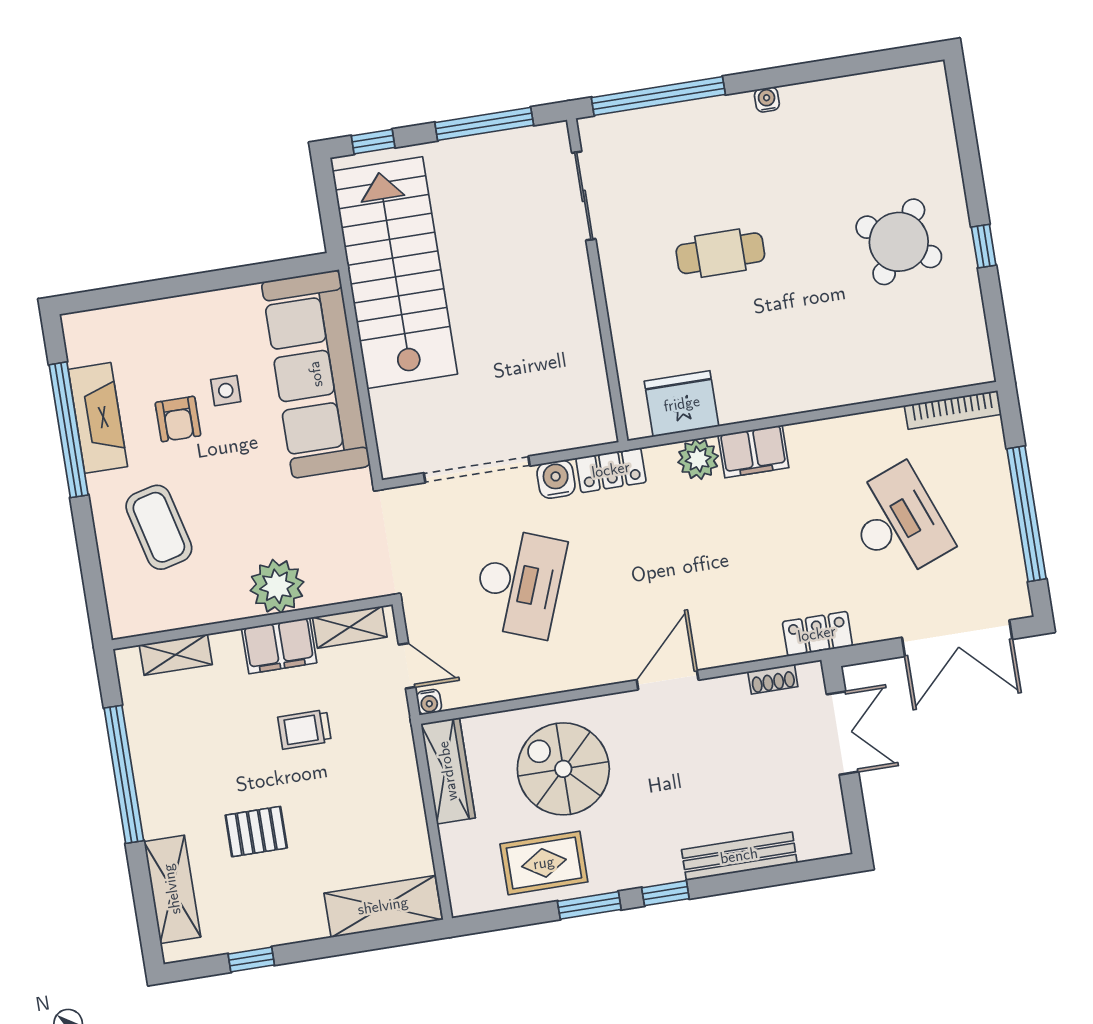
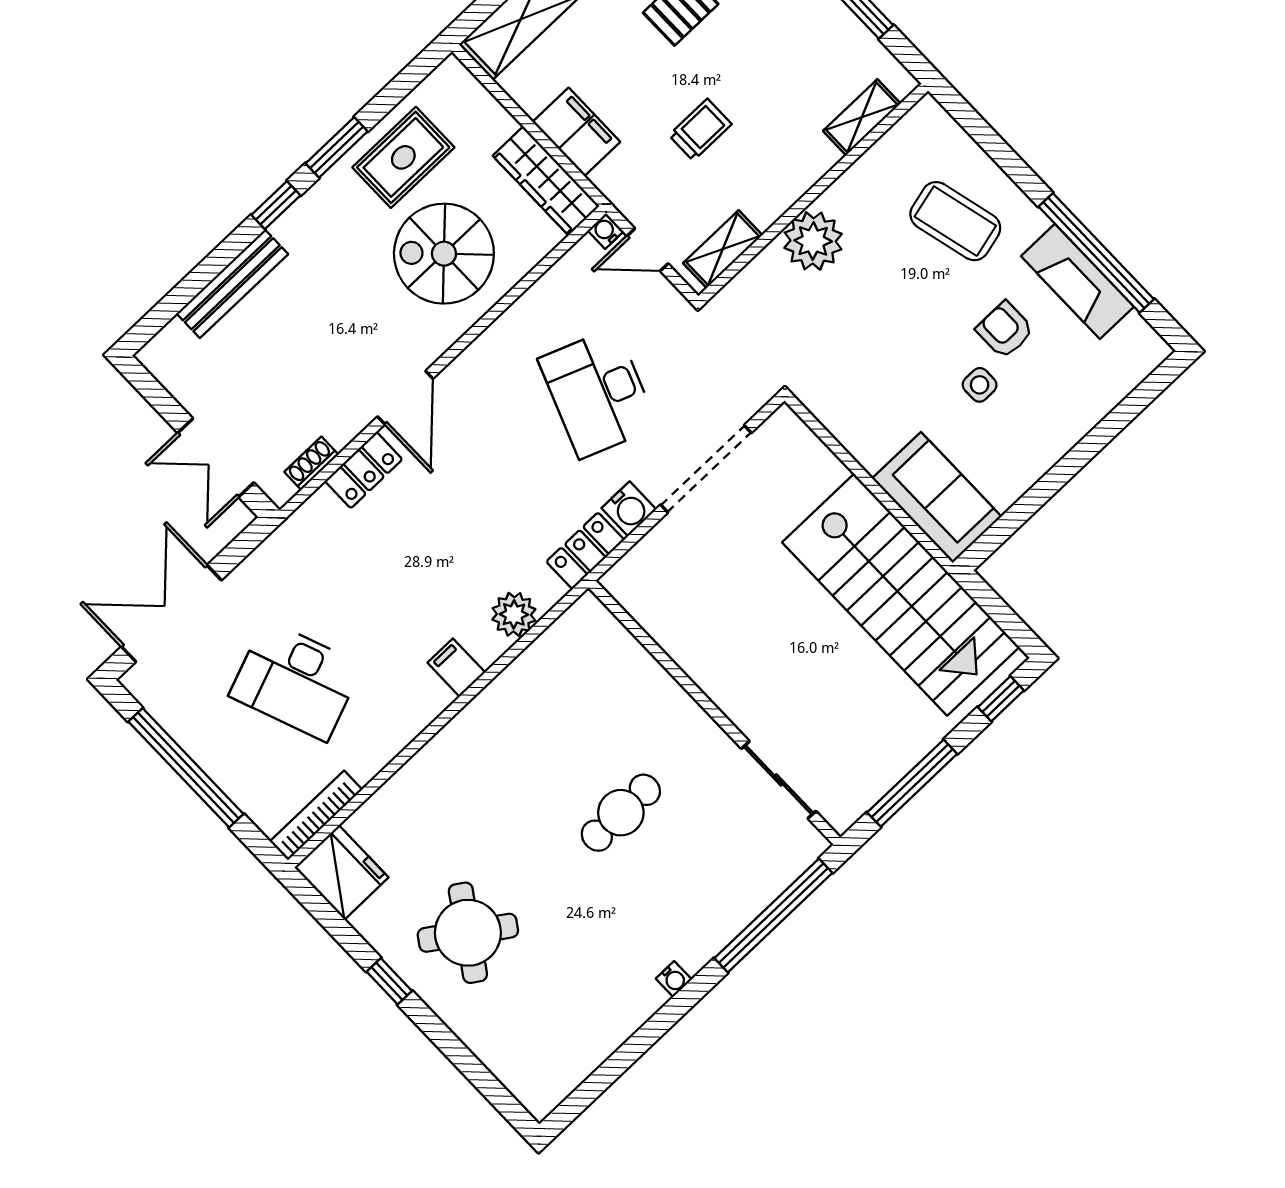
sofa: (316, 374) -> (937, 498), width x0.54, depth x0.79
fridge: (682, 404) -> (342, 872), moved, turned -90
filing cabinet: (753, 451) -> (456, 668), width x0.50
locker: (817, 634) -> (364, 470), moved
filing cabinet: (279, 646) -> (576, 132), moved, turned 90
spiral stairs: (563, 769) -> (444, 254), turned 180

